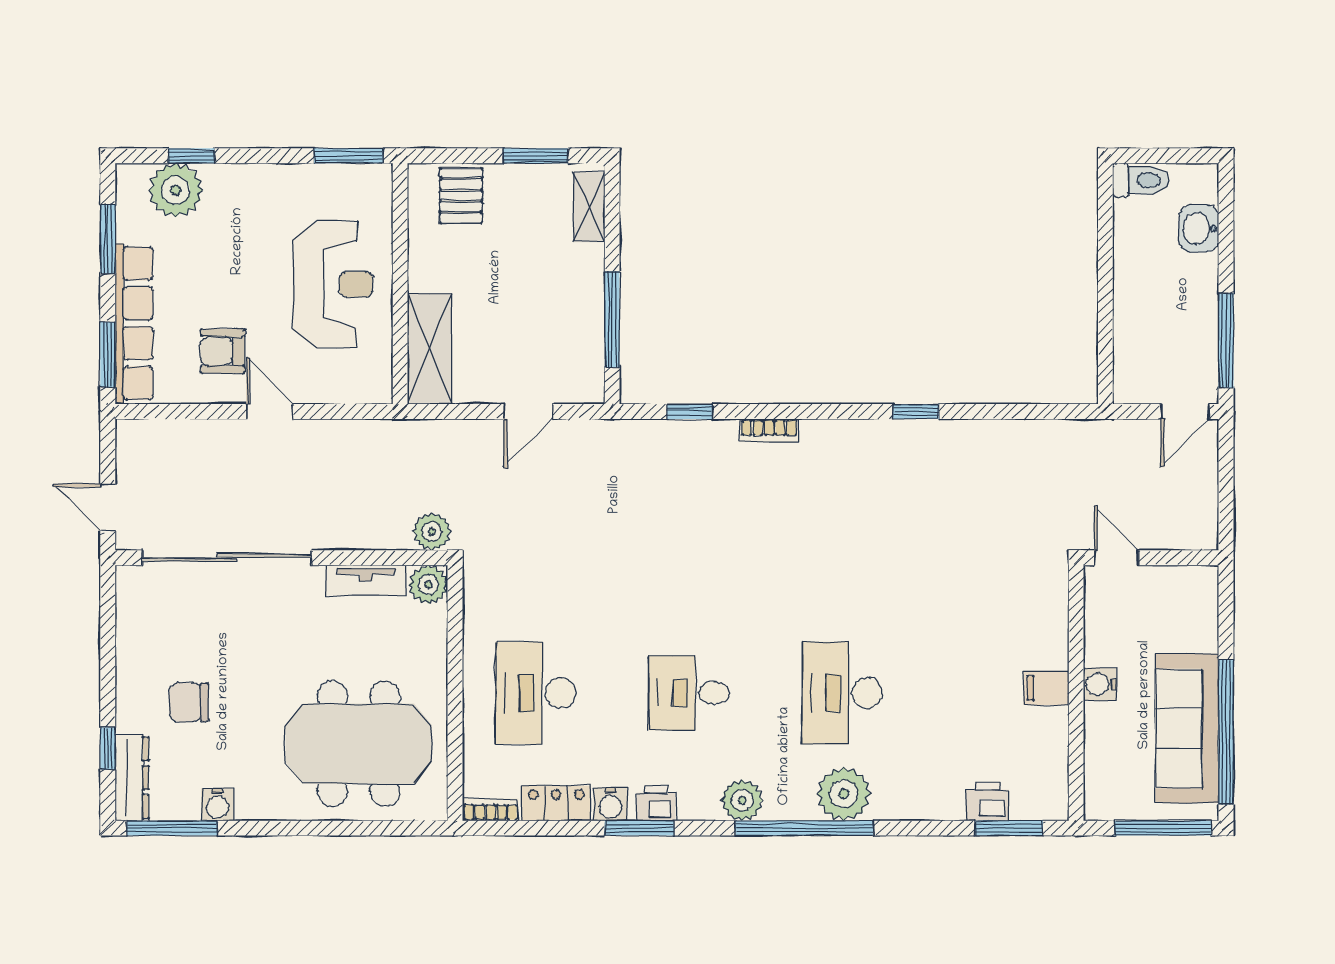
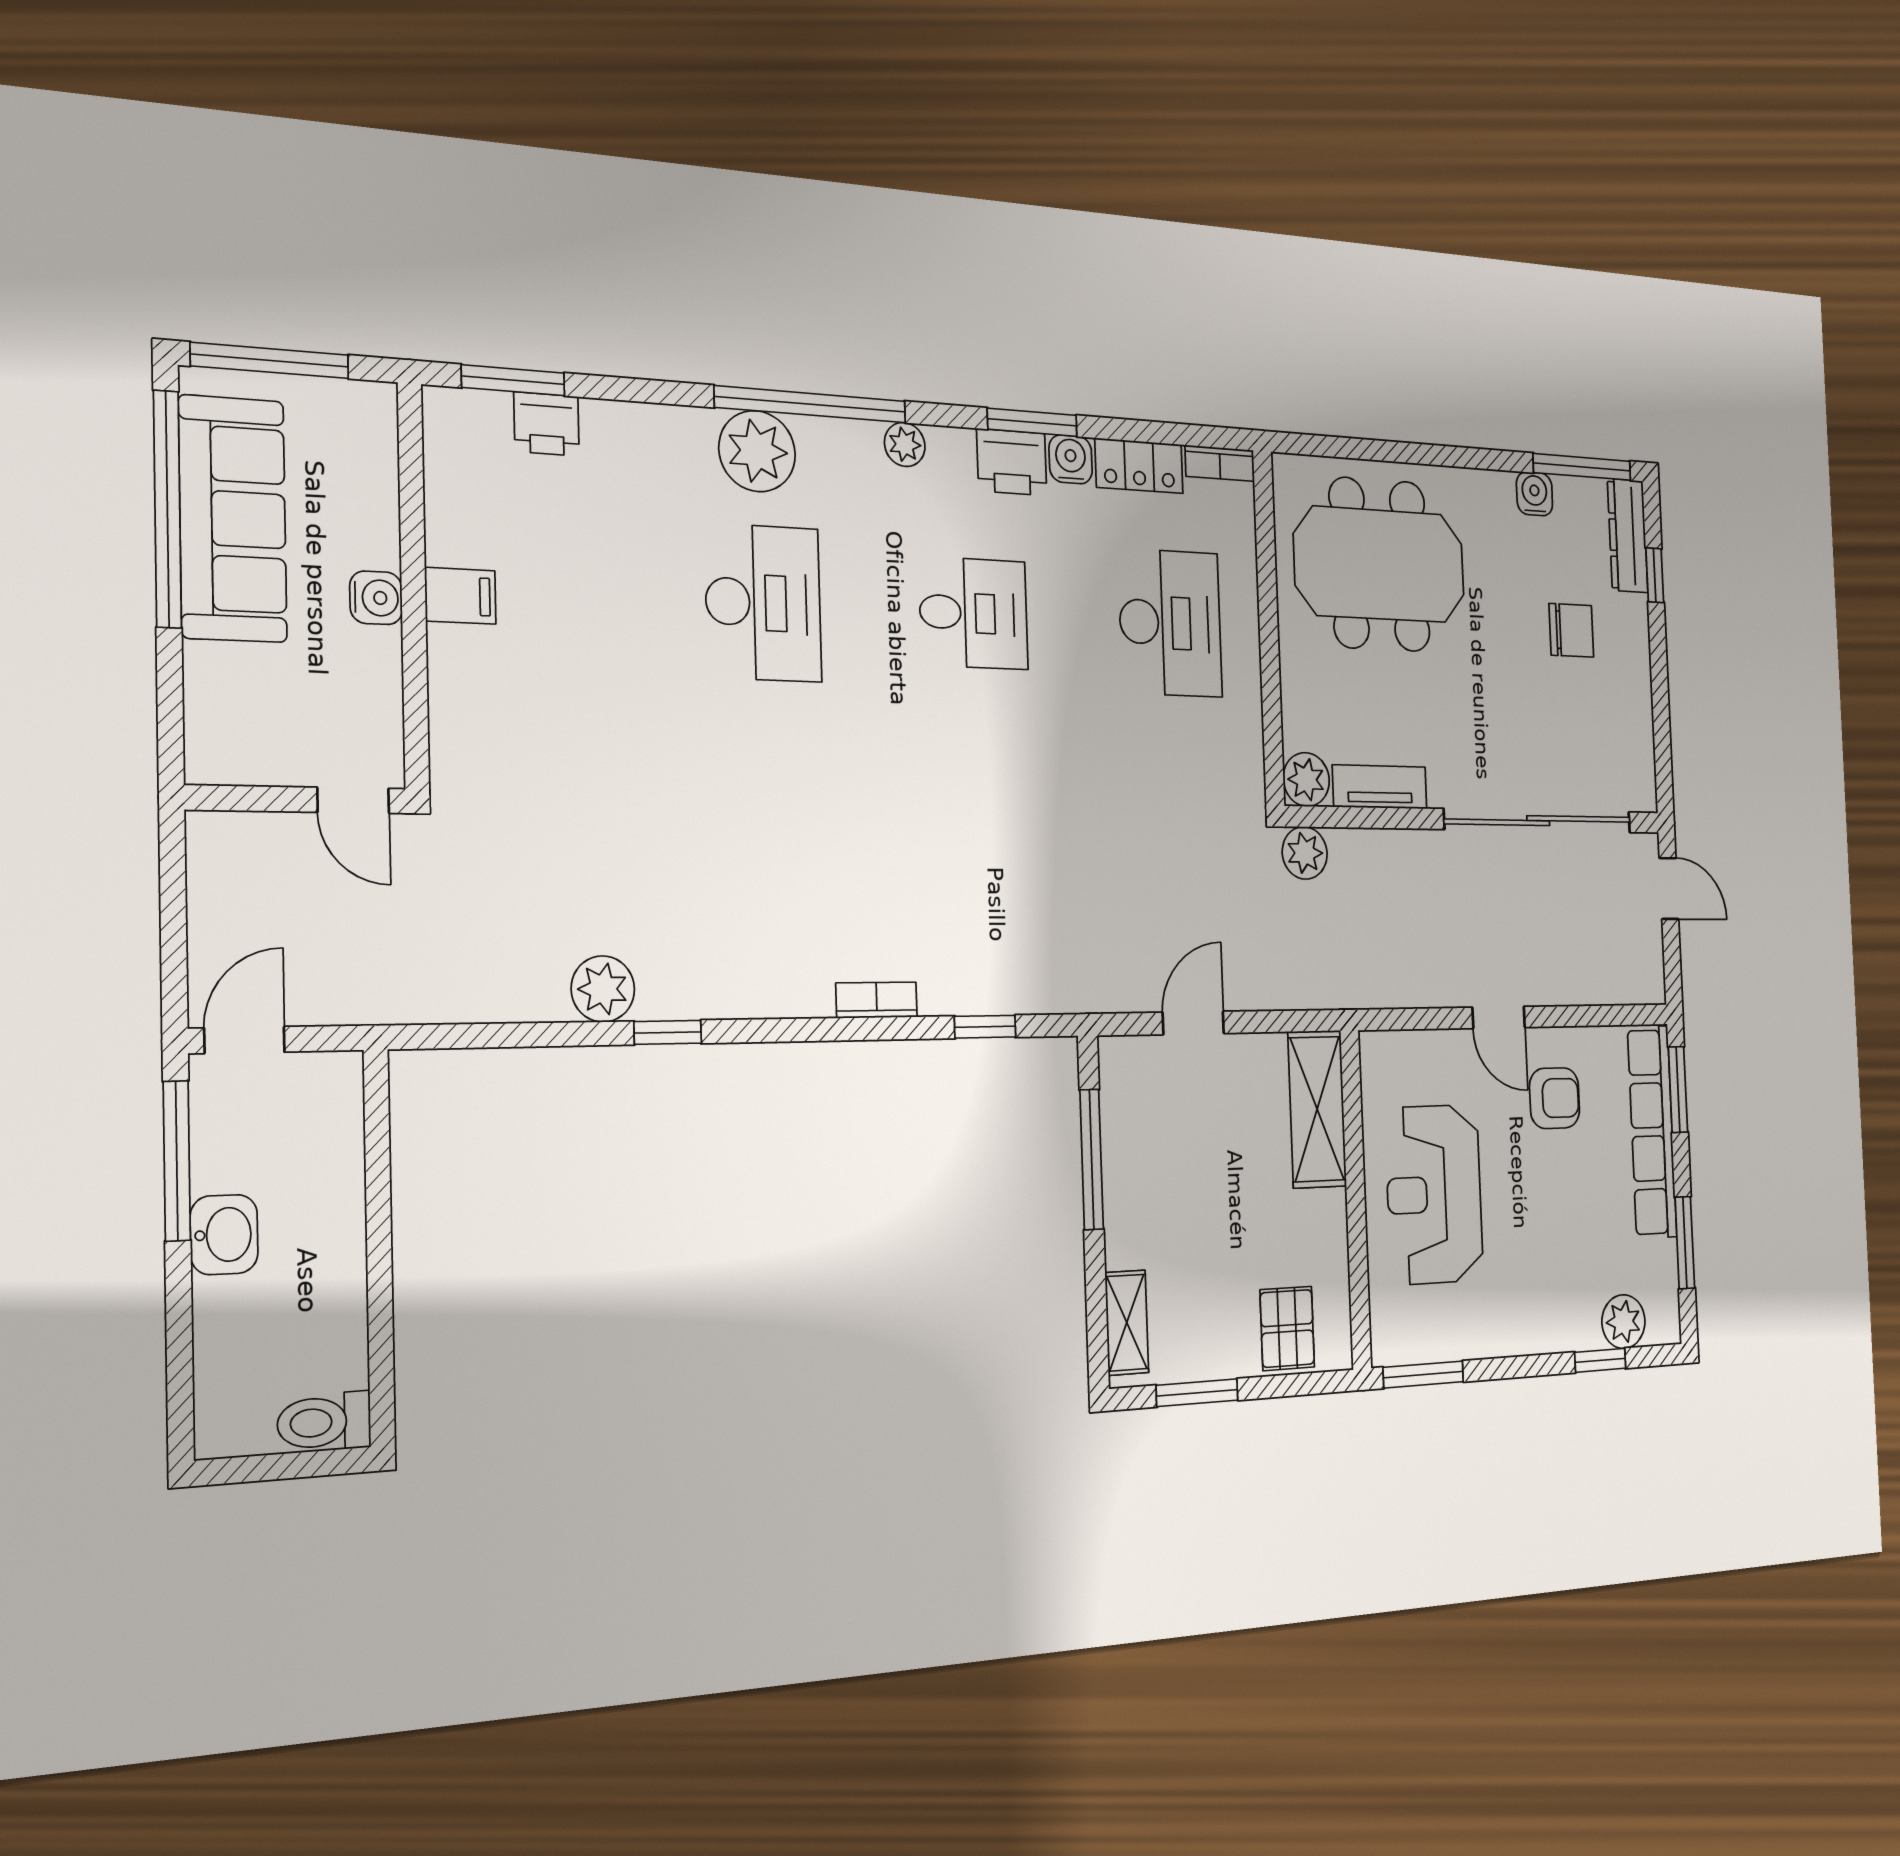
plant: (176, 190) -> (1623, 1322), width x0.73, depth x0.73
washbasin: (1199, 228) -> (224, 1235), moved
plant: (959, 440) -> (603, 989), added
plant: (742, 800) -> (905, 444), width x0.73, depth x0.73
printer: (656, 803) -> (1012, 462), width x1.36, depth x1.24

